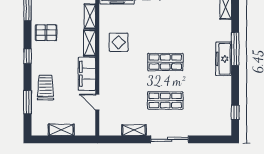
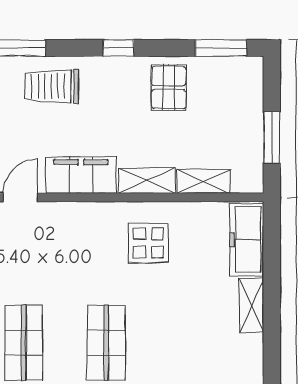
trolley: (45, 87) -> (52, 86), turned 180

